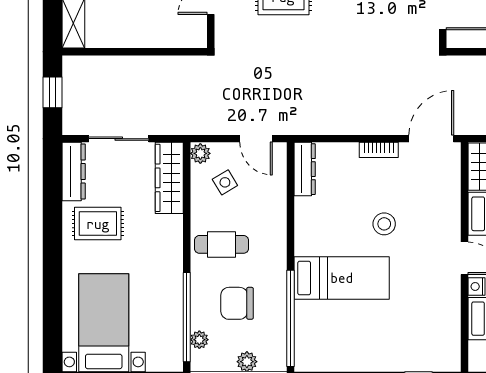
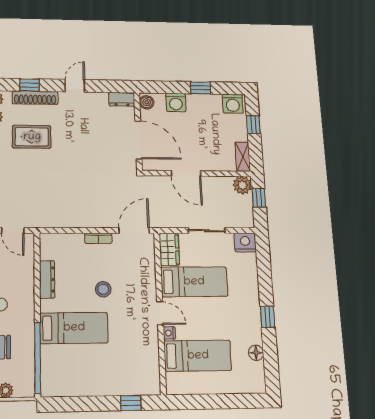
dresser: (305, 169) -> (47, 279), moved

